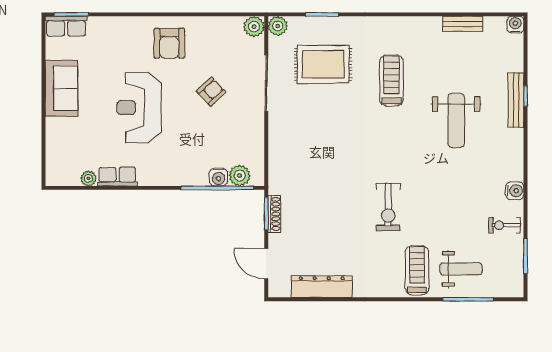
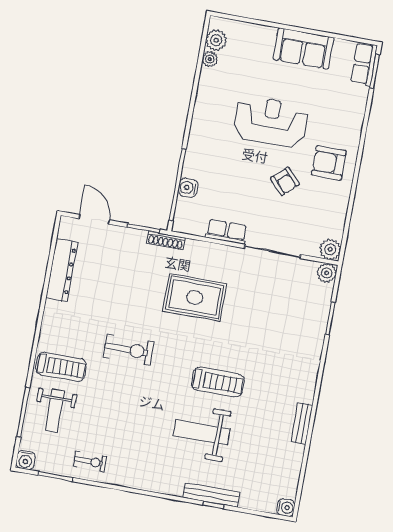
bench: (463, 24) -> (302, 423), moved
rug: (323, 64) -> (195, 297), moved, turned 90
treadmill: (391, 81) -> (218, 382), moved
armchair: (211, 92) -> (285, 181), moved
plant: (240, 176) -> (216, 40), moved
row of seats: (117, 177) -> (227, 232), moved, turned -90
water cooler: (515, 191) -> (26, 460), moved
exercise bike: (388, 207) -> (128, 350), turned 180
shoe rack: (274, 214) -> (166, 240), moved
exercise bike: (505, 225) -> (90, 461), turned 90
door: (266, 264) -> (94, 219), hinge flipped

